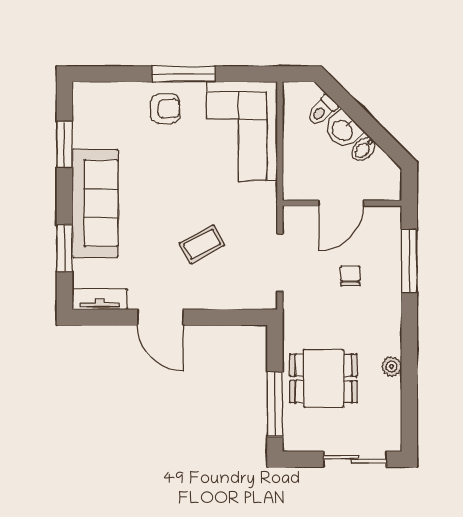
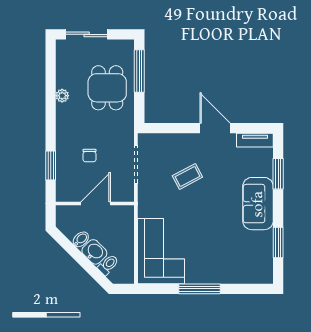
armchair: (165, 109) -> (212, 266), removed
sofa: (95, 203) -> (258, 204), width x0.73
window: (409, 261) -> (51, 165), width x0.69
dining table: (323, 378) -> (107, 88), turned 90

